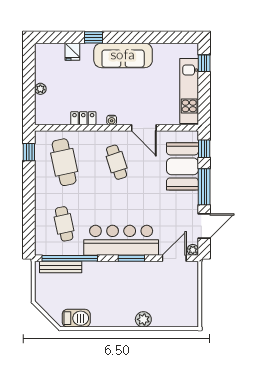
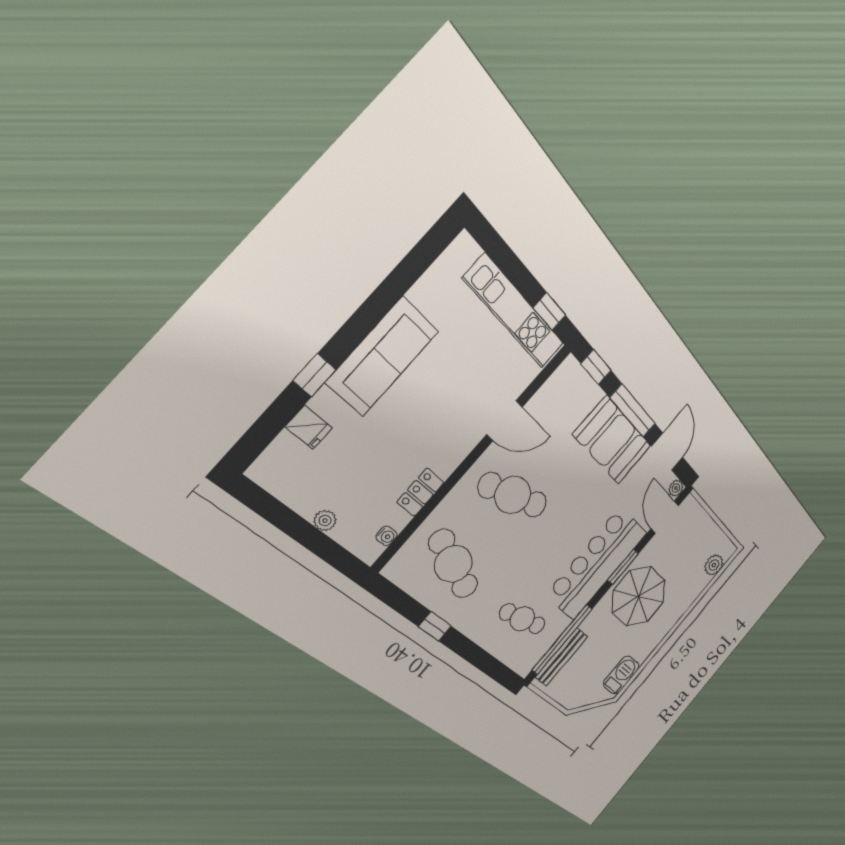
window: (204, 63) -> (549, 312), moved
water cooler: (112, 120) -> (387, 536), moved
window: (29, 152) -> (435, 626), moved
cafe table: (64, 162) -> (453, 564), turned 33
cafe table: (117, 162) -> (513, 495), width x1.37, depth x1.35
booth: (182, 166) -> (613, 440), moved
parasol: (124, 285) -> (639, 596), added
plant: (143, 319) -> (714, 565), moved

